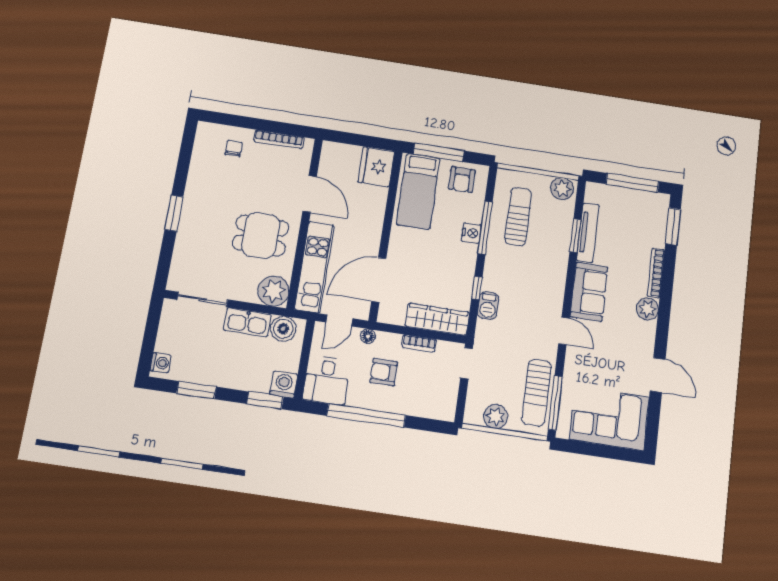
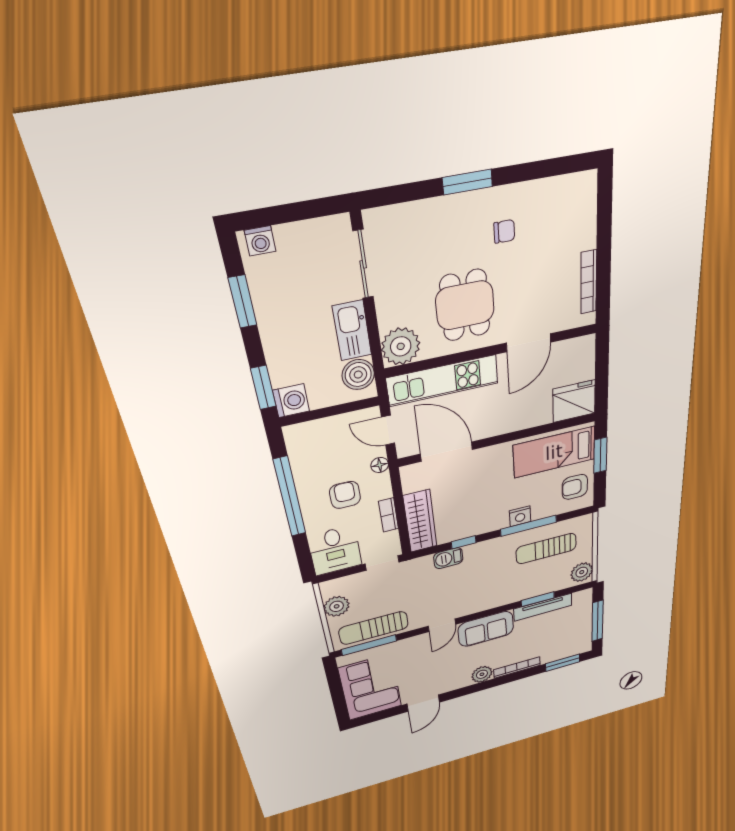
chair: (234, 148) -> (504, 231), moved
window: (439, 152) -> (600, 455), width x0.69
sun lounger: (518, 217) -> (546, 549), turned 180
desk: (327, 380) -> (335, 550), moved, turned -90

